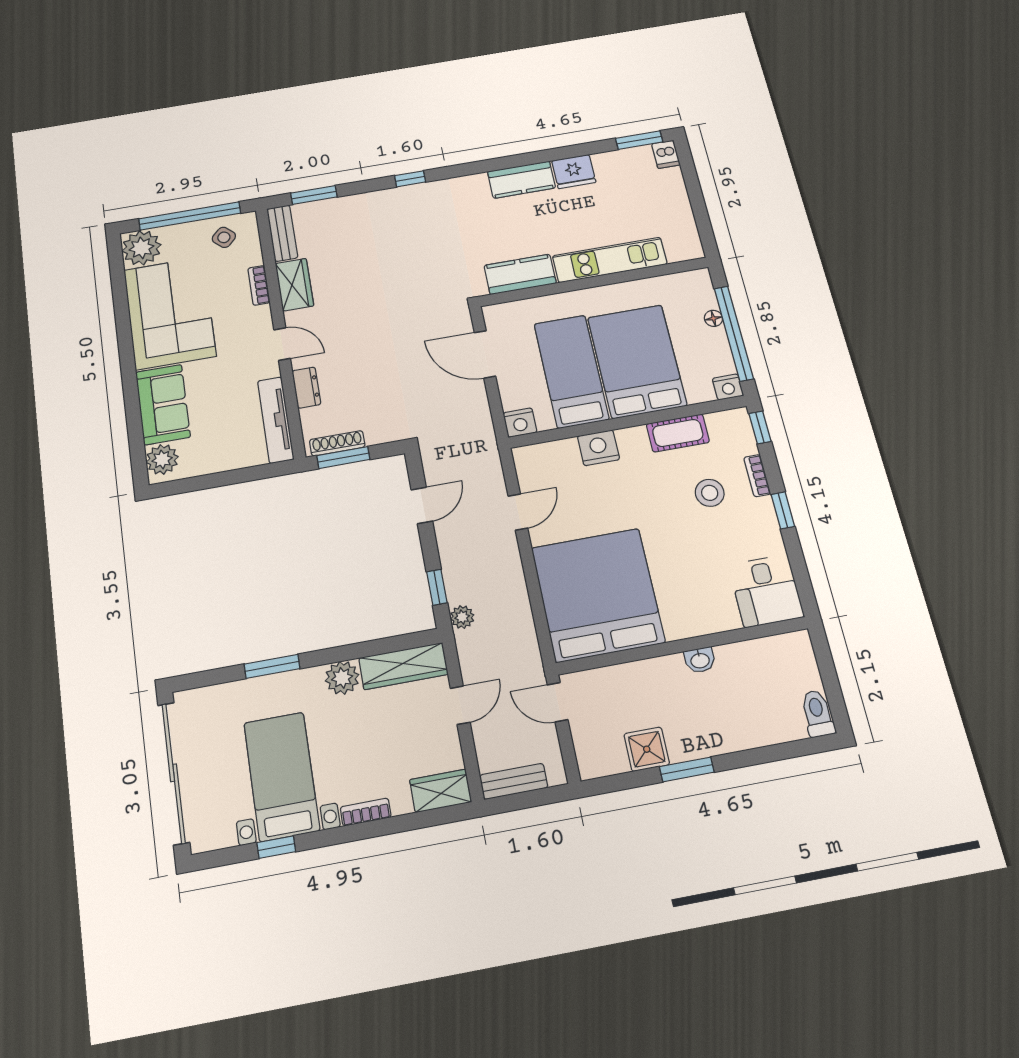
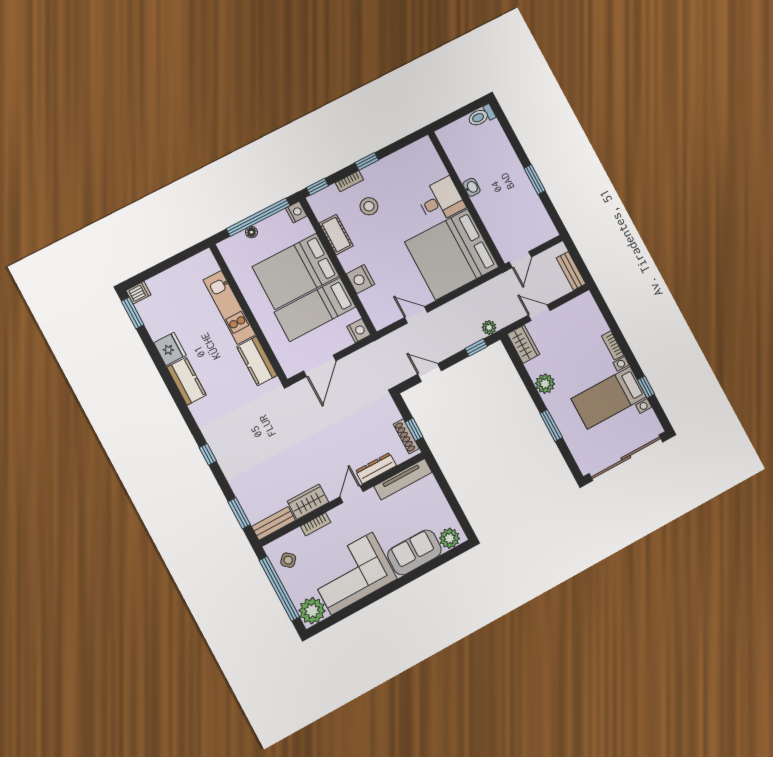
dresser: (306, 388) -> (376, 468), width x1.44
window: (343, 458) -> (414, 429), width x0.67
desk: (766, 591) -> (441, 200), moved
wardrobe: (403, 666) -> (523, 344), width x0.67
shower: (647, 749) -> (531, 204), removed
wardrobe: (441, 791) -> (589, 309), removed

